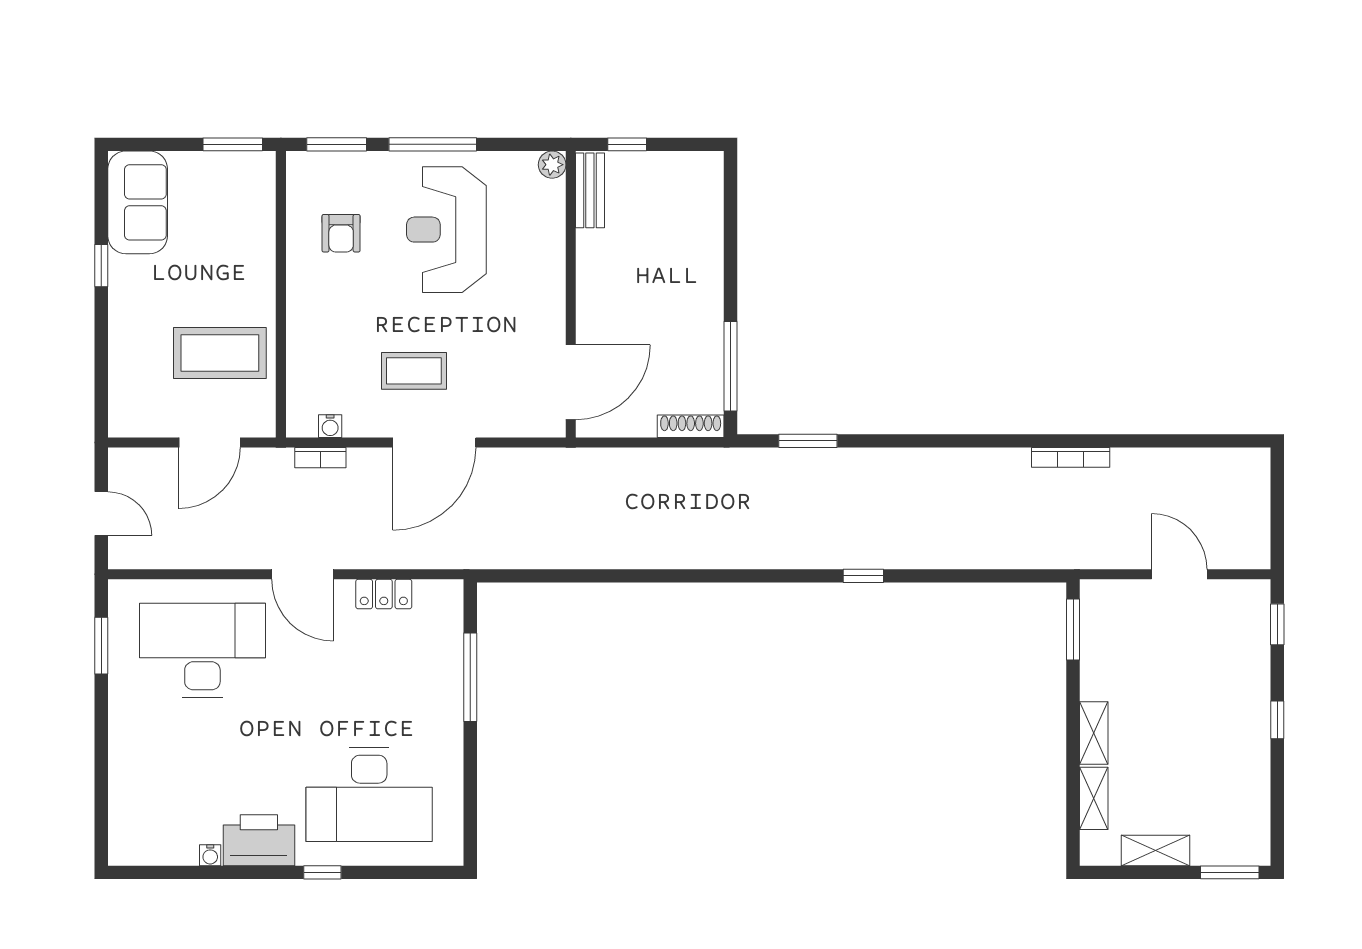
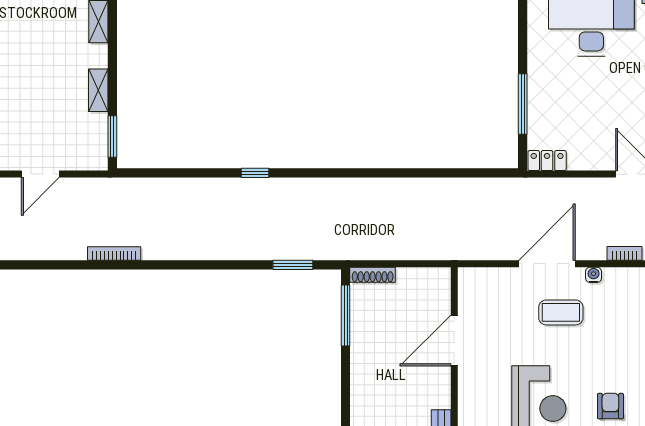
door: (571, 382) -> (454, 341), moved
water cooler: (330, 426) -> (594, 275), moved
door: (1179, 574) -> (40, 174), hinge flipped
locker: (384, 594) -> (547, 161), moved
shelving: (1094, 733) -> (98, 90), moved

